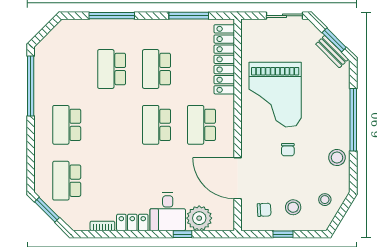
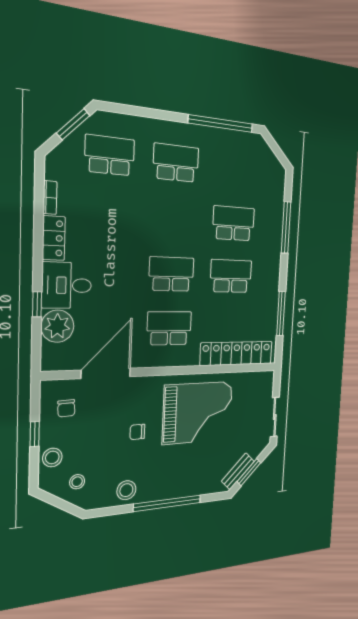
grand piano: (275, 95) -> (198, 413), turned 180
stool: (293, 207) -> (52, 457), moved

